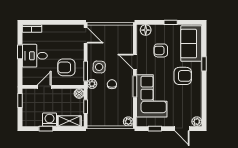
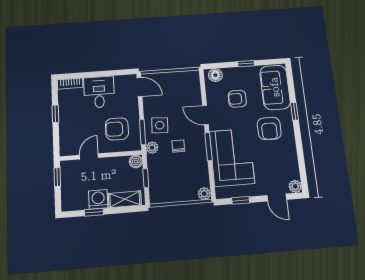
desk: (35, 56) -> (99, 92), moved, turned 90
armchair: (183, 76) -> (269, 128), turned 90

